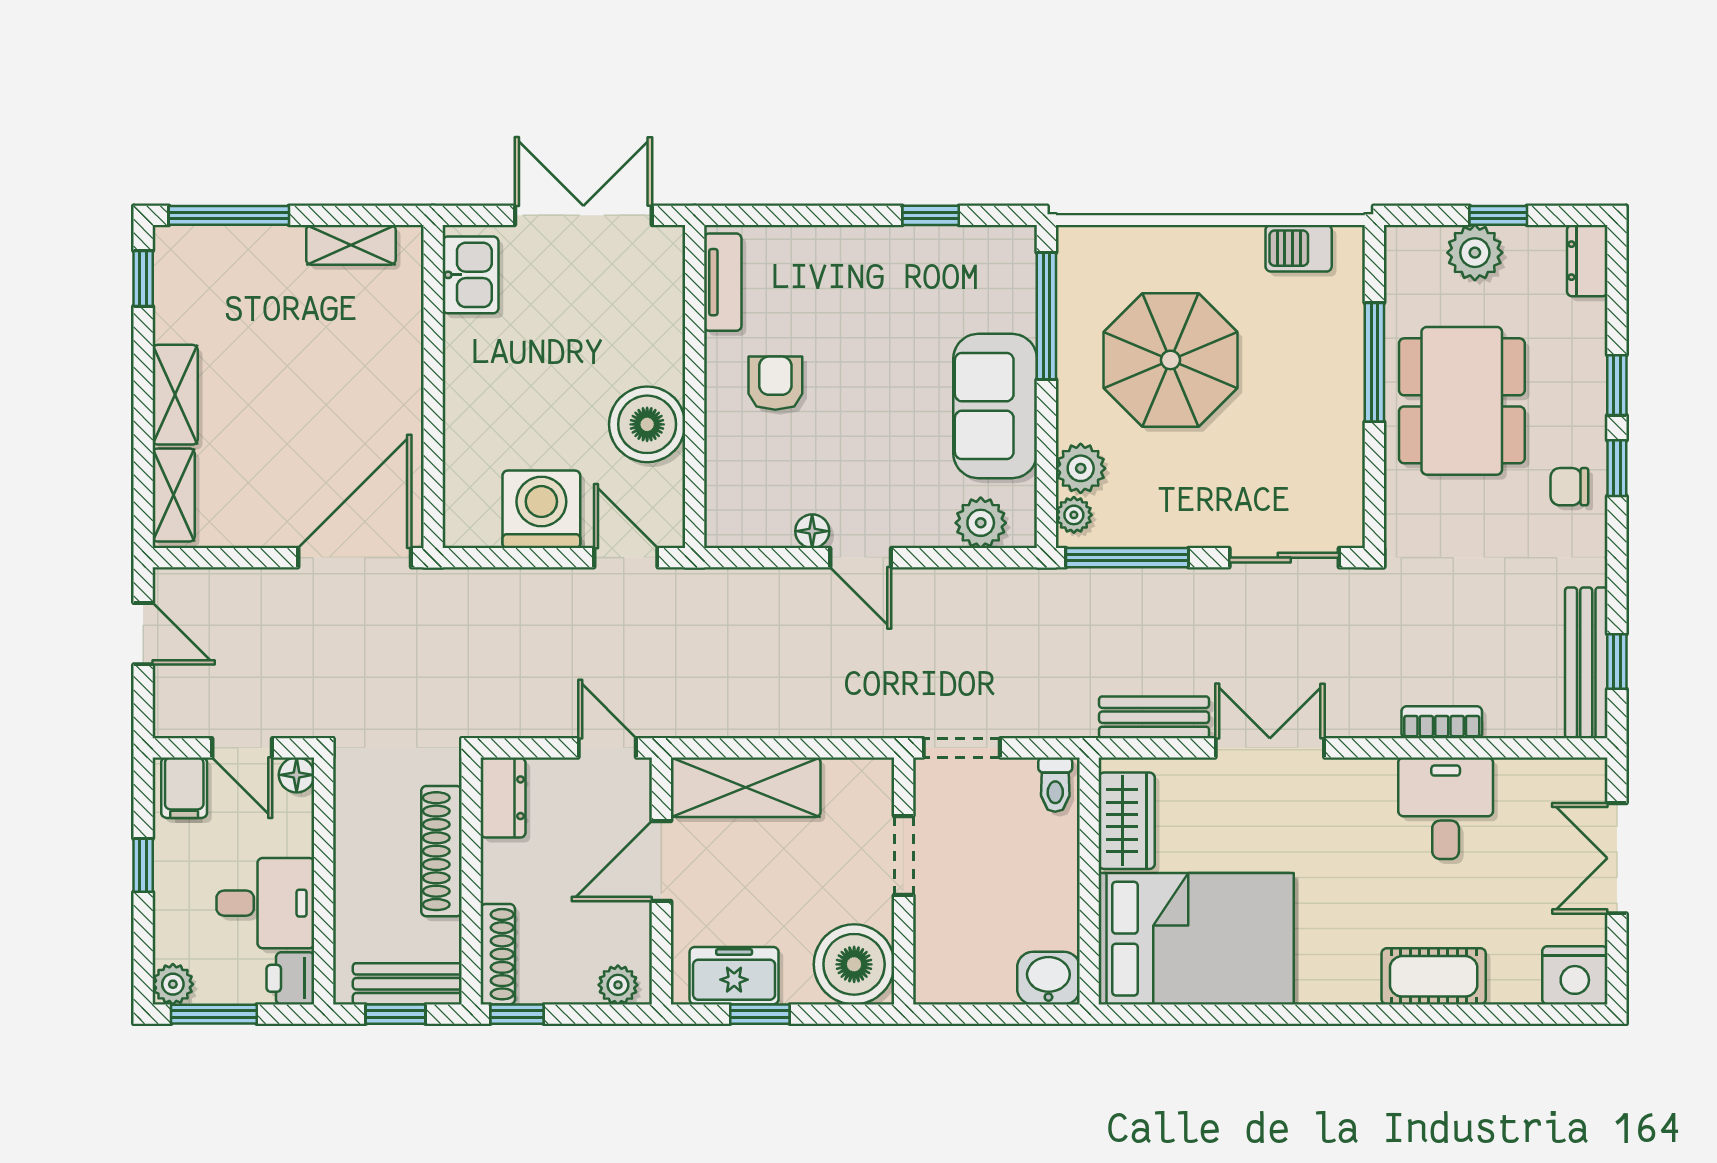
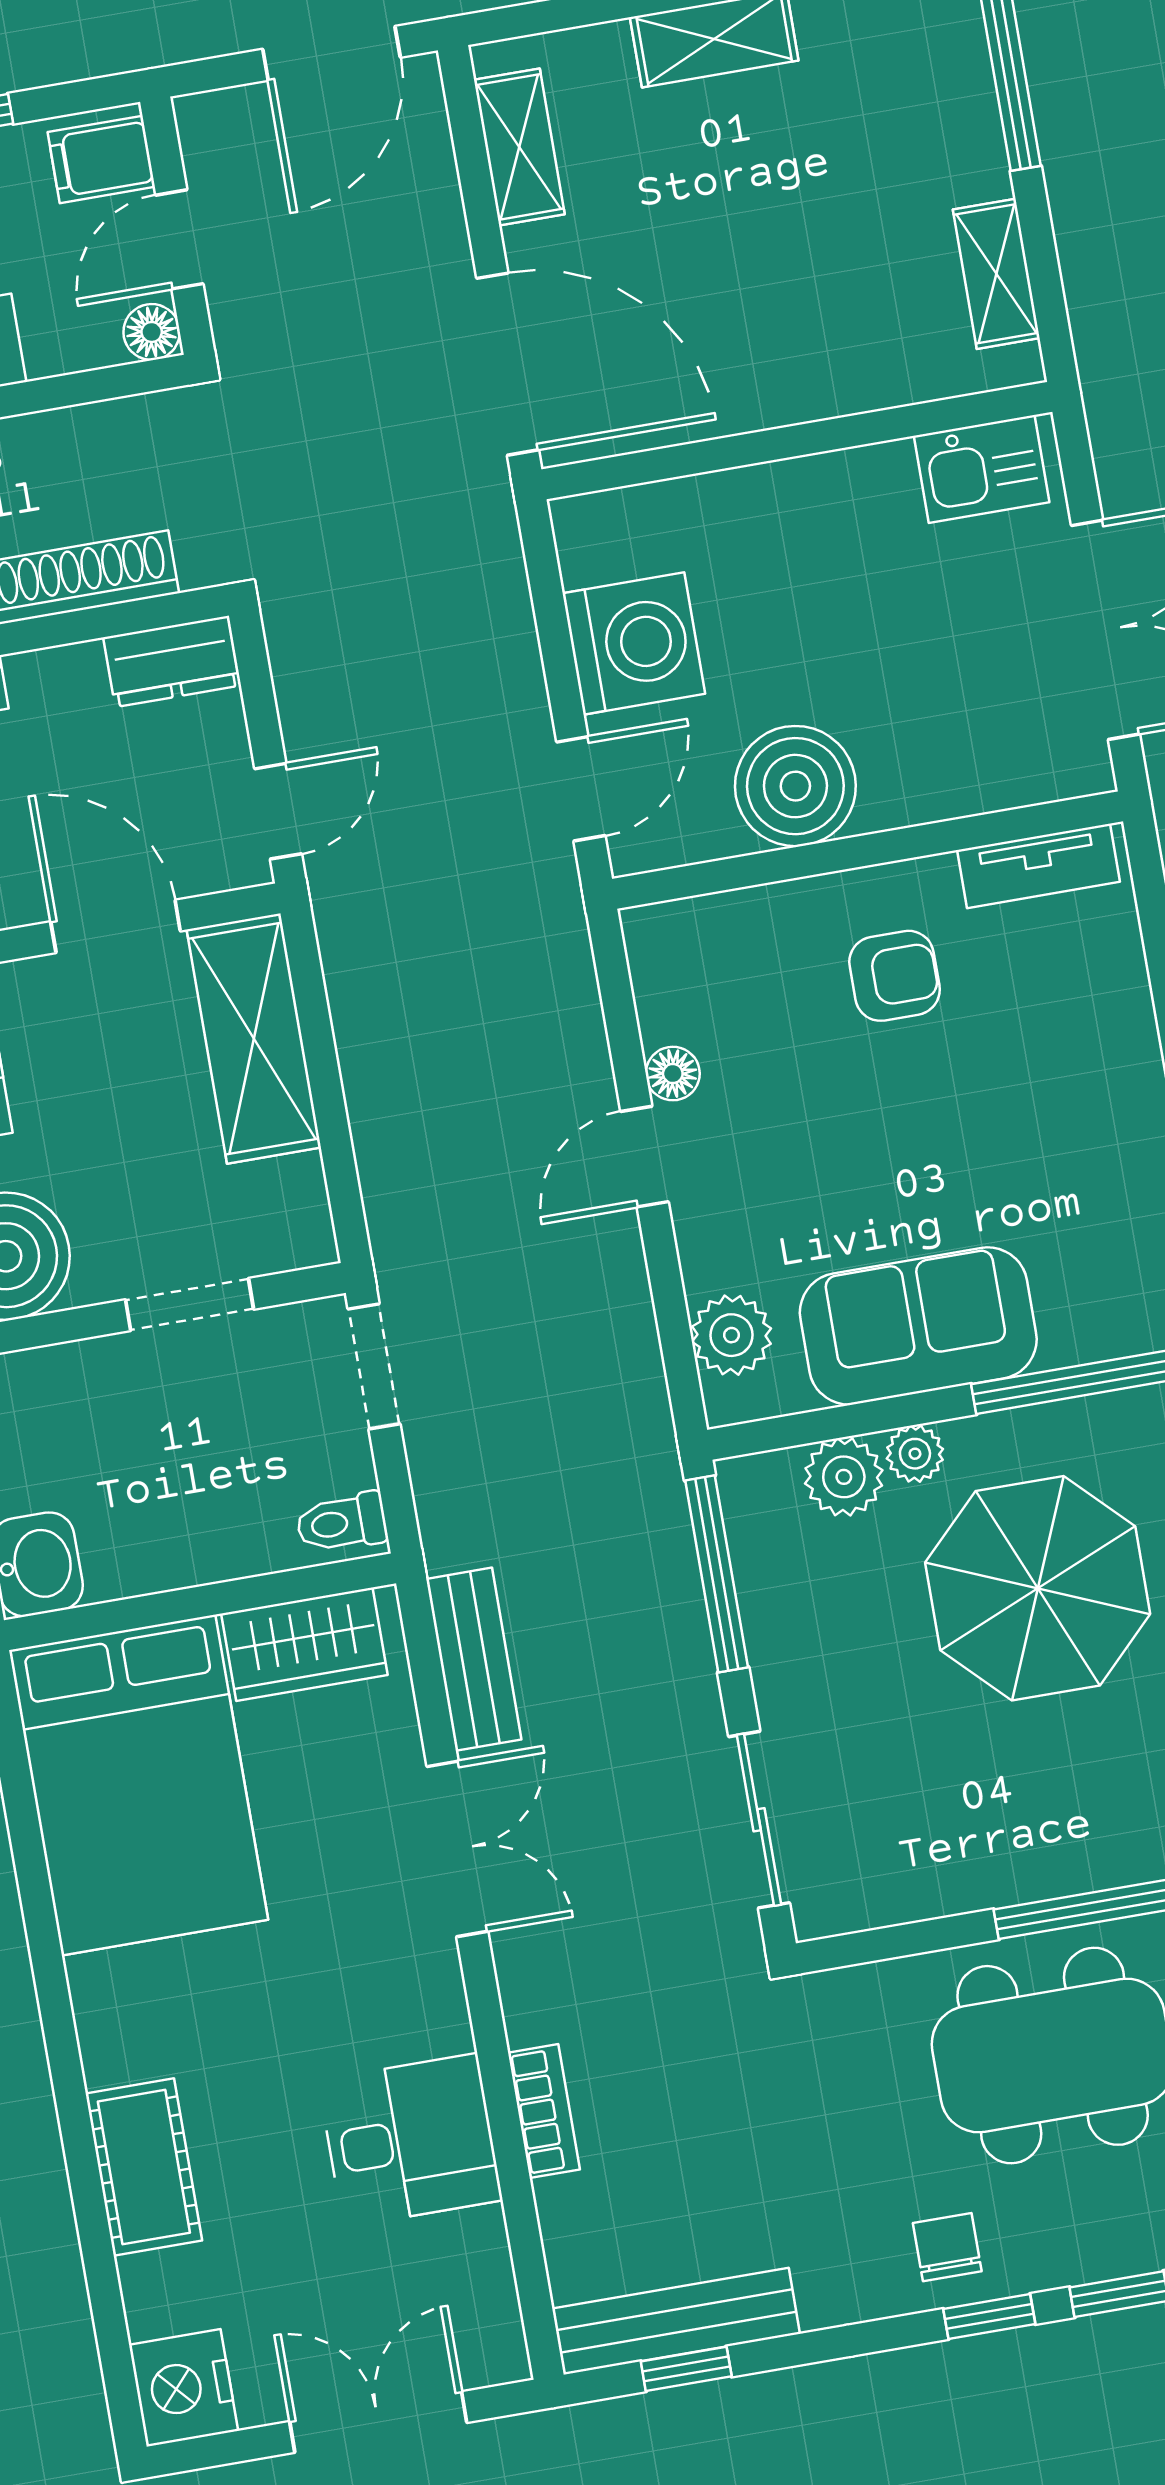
shelving: (174, 495) -> (519, 147), moved, turned 90
plant: (1074, 515) -> (915, 1454), moved
door: (143, 634) -> (331, 53), width x1.38

